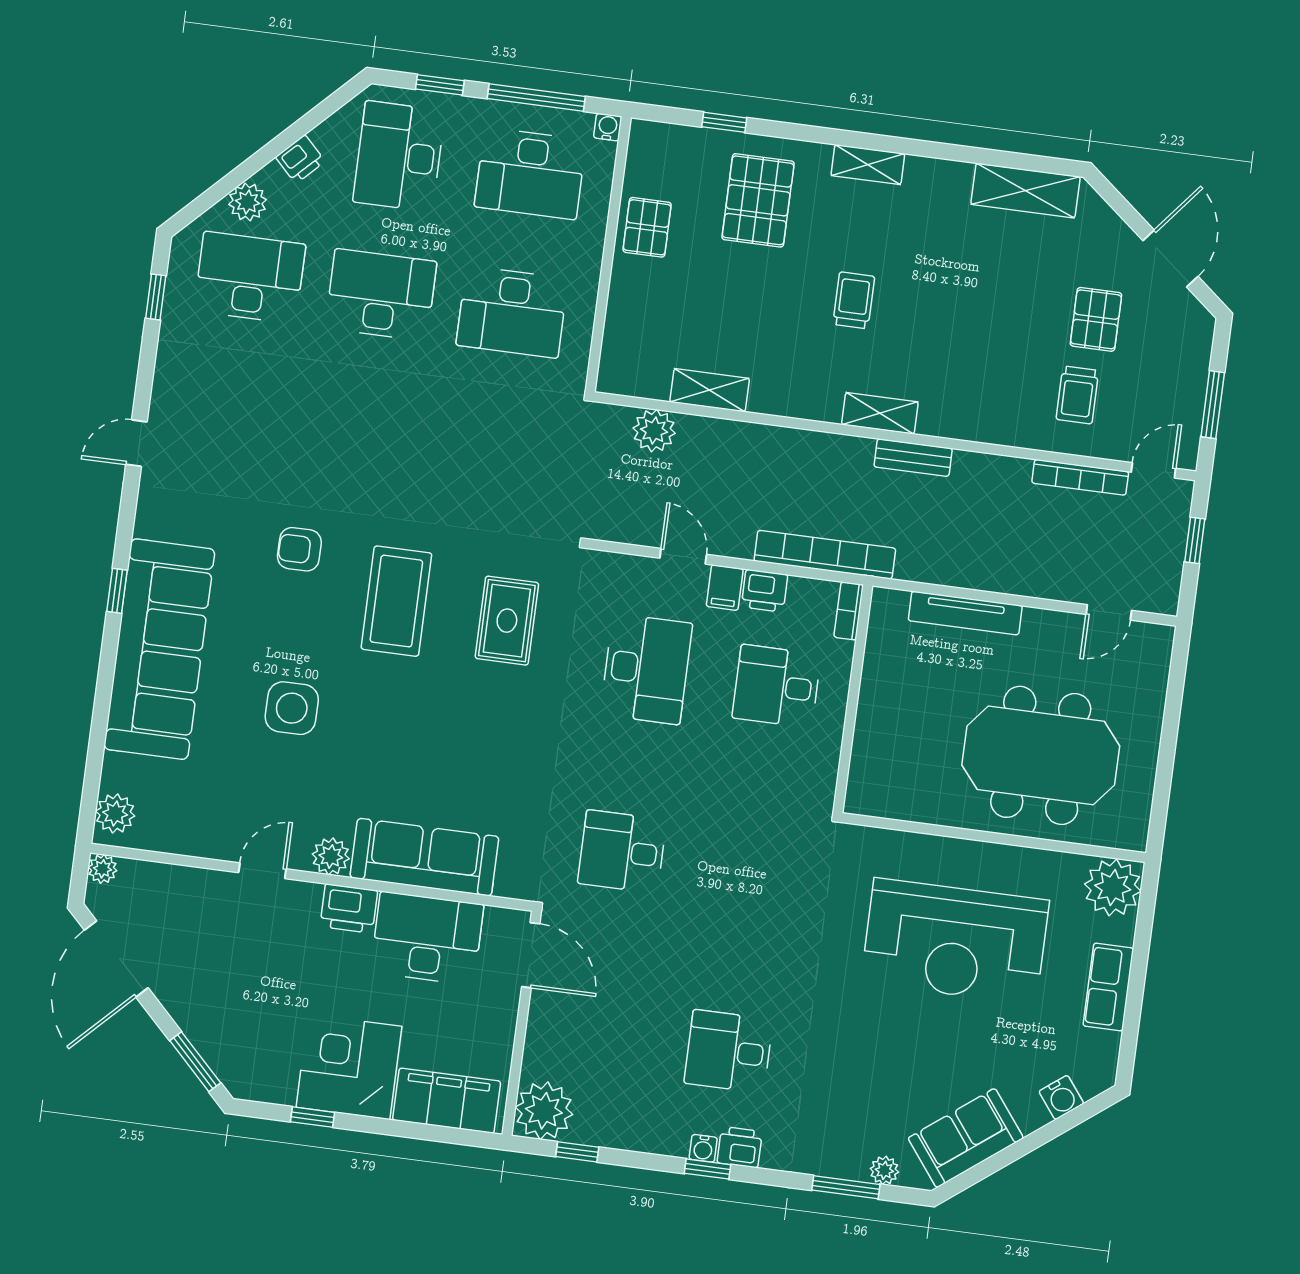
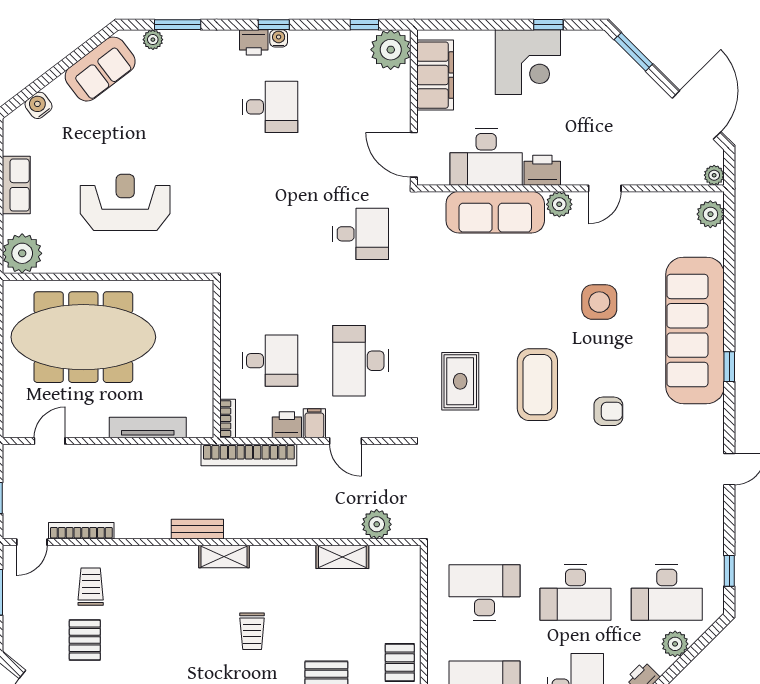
meeting table: (1041, 755) -> (83, 337), width x1.36
reception desk: (955, 941) -> (125, 202), width x0.74, depth x0.77
filing cabinet: (447, 1101) -> (435, 75), moved, turned -90

